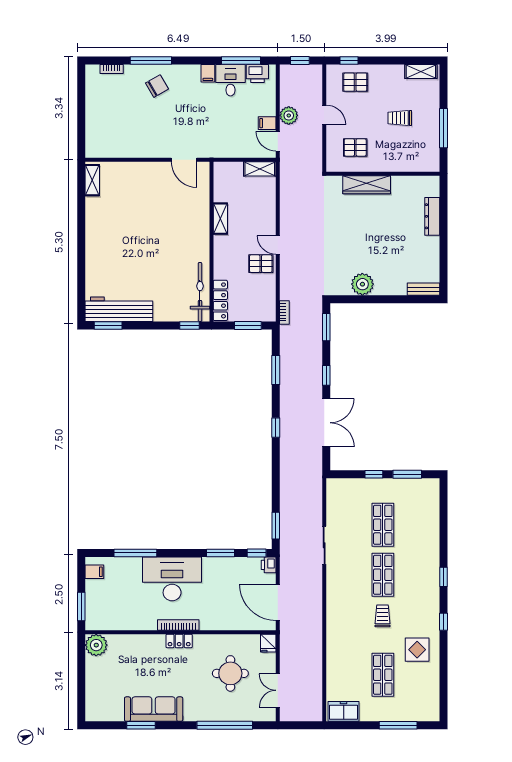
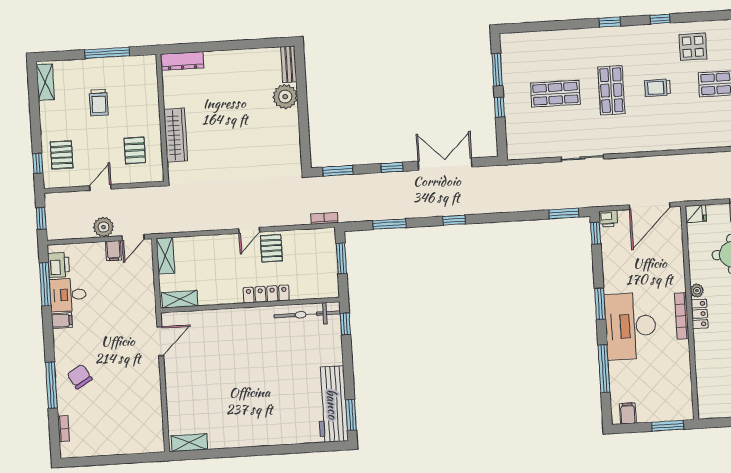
dresser: (432, 216) -> (182, 61), moved
shelving: (220, 219) -> (180, 299), moved
plant: (362, 284) -> (285, 97), moved
locker: (220, 300) -> (266, 294), moved
window: (220, 553) -> (600, 304), moved
shop shelf: (383, 575) -> (611, 90), turned 90
plant: (96, 645) -> (697, 291), moved, width x0.53, depth x0.53

